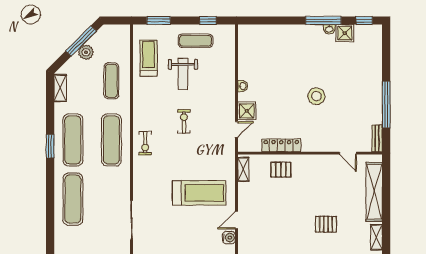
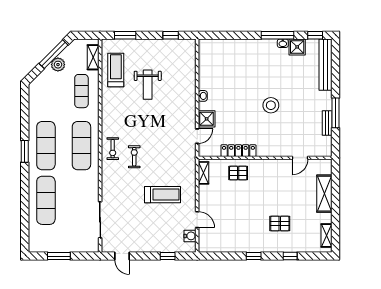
exercise mat: (195, 41) -> (159, 54), removed
bench: (375, 52) -> (325, 65), added
shelving: (60, 88) -> (93, 57), moved
window: (386, 105) -> (335, 113), width x0.68
exercise bike: (184, 122) -> (134, 157), moved
bench: (377, 138) -> (327, 123), moved
door: (348, 153) -> (300, 158), hinge flipped
shelving: (374, 192) -> (324, 194), width x0.68
treadmill: (199, 193) -> (163, 195), width x0.73, depth x0.73
door: (237, 220) -> (197, 220), swing flipped

